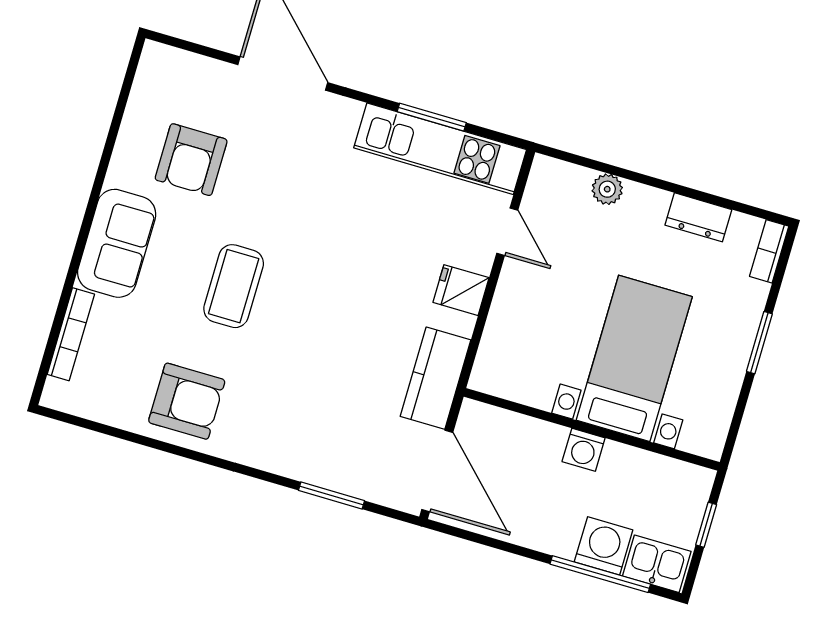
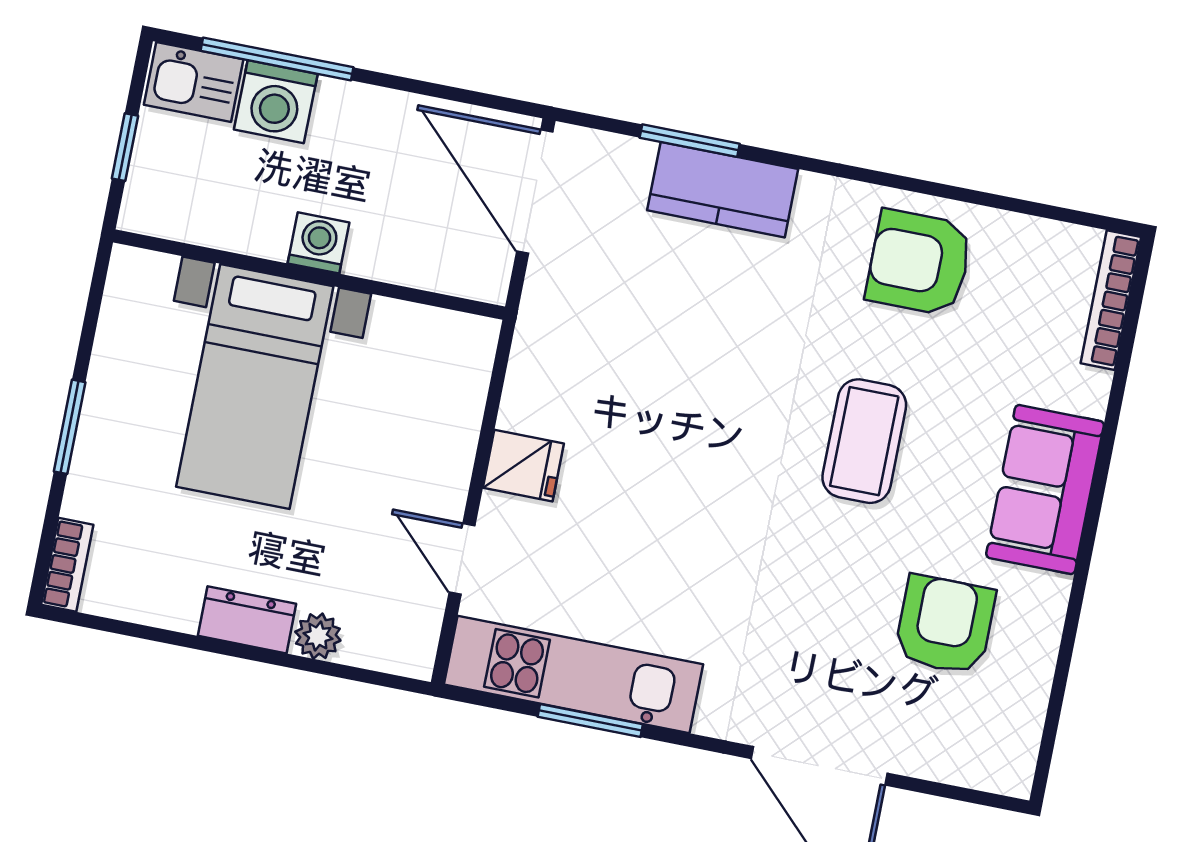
dresser: (698, 217) -> (247, 620), moved
bookcase: (71, 334) -> (1111, 300), moved
kitchen counter: (436, 378) -> (723, 190), moved, turned 90

